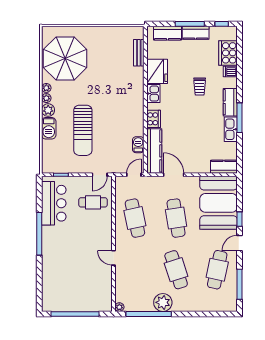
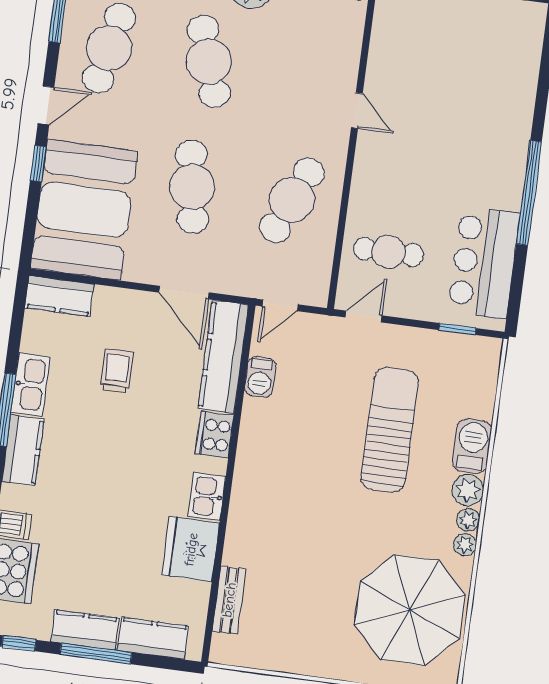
trolley: (200, 87) -> (117, 371), moved
cafe table: (135, 218) -> (292, 200), turned 36

